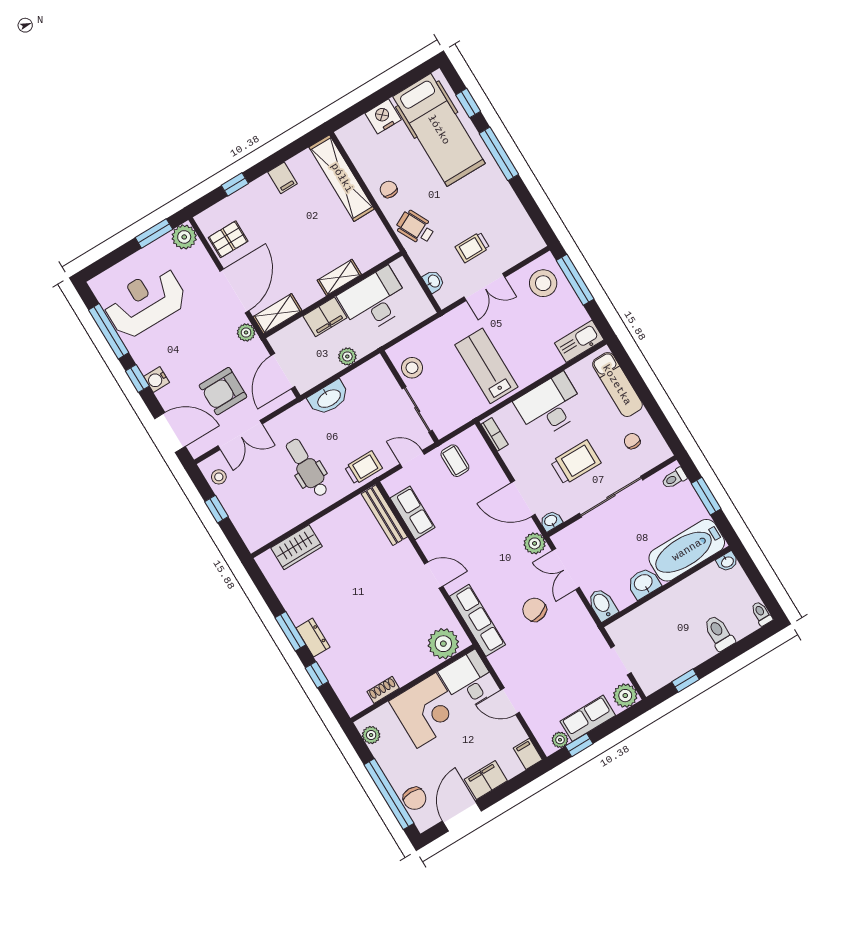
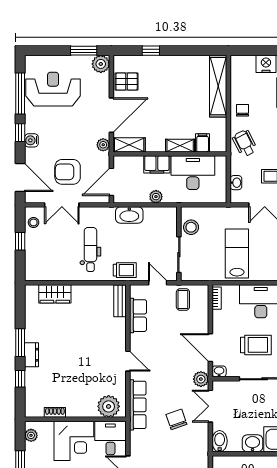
filing cabinet: (283, 178) -> (203, 143), moved, turned 180
bench: (384, 515) -> (120, 301), width x0.73

